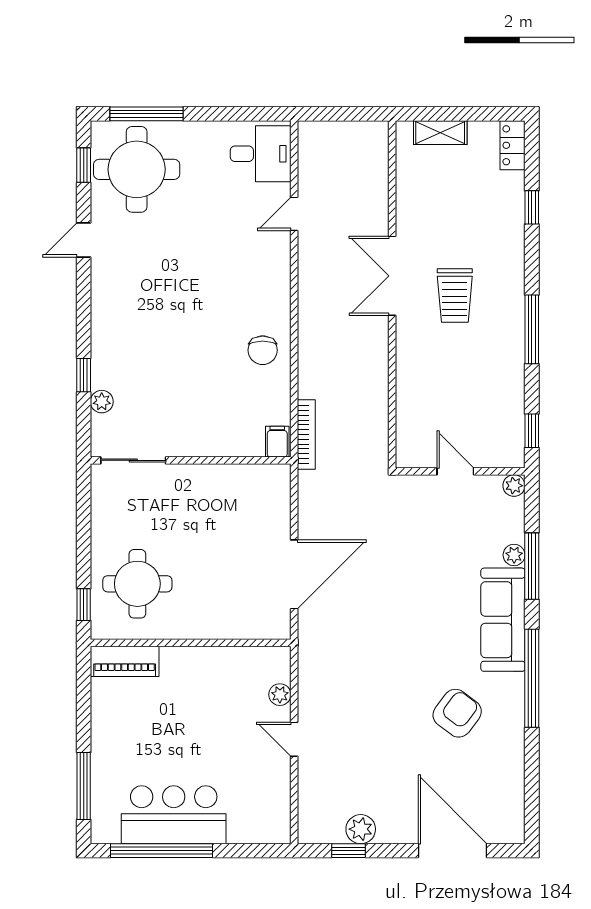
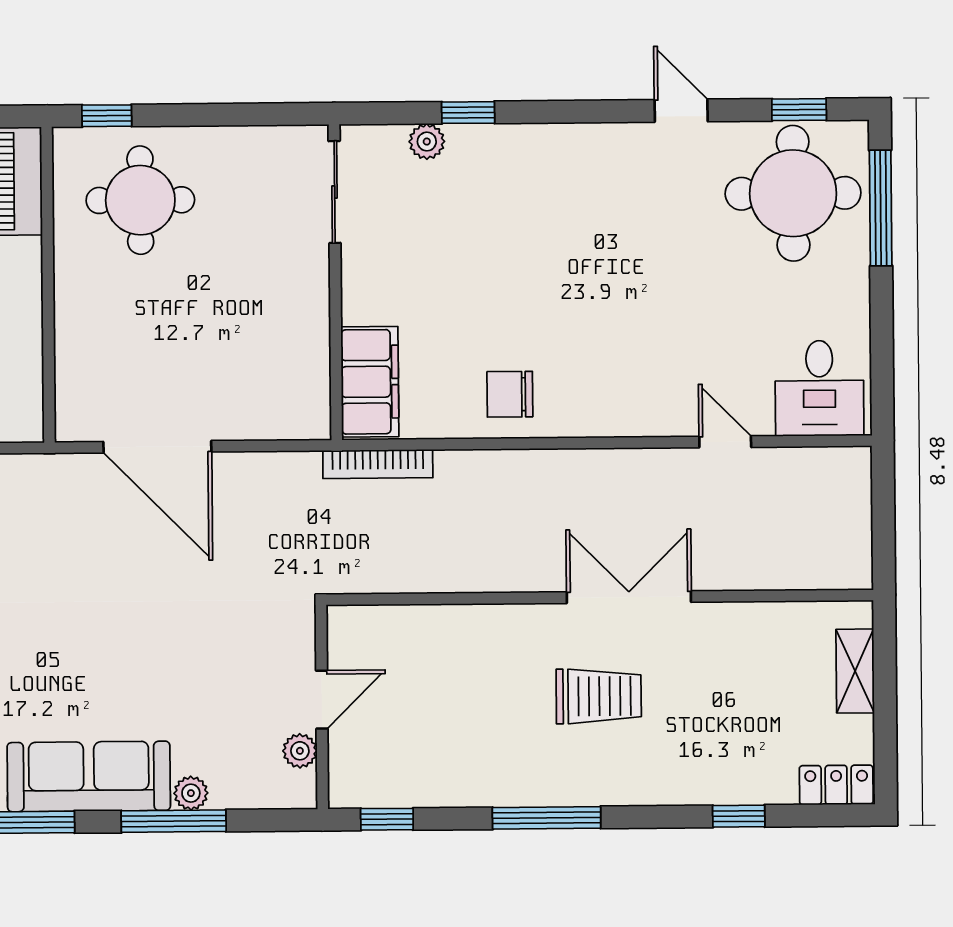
trolley: (455, 296) -> (599, 696), turned 180
filing cabinet: (277, 442) -> (370, 382), width x3.00, depth x1.17
plant: (514, 486) -> (300, 751), moved

